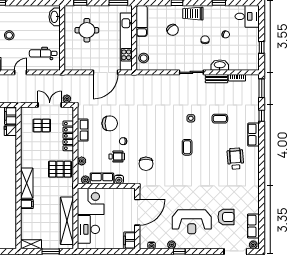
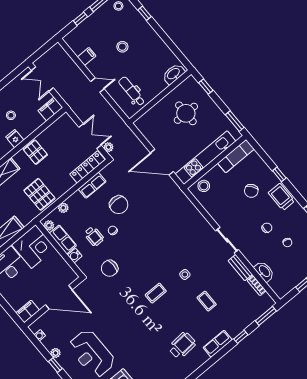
washbasin: (220, 65) -> (264, 271), moved
pallet: (42, 126) -> (35, 152), moved
fridge: (10, 131) -> (15, 139), moved
locker: (68, 136) -> (87, 167), moved

